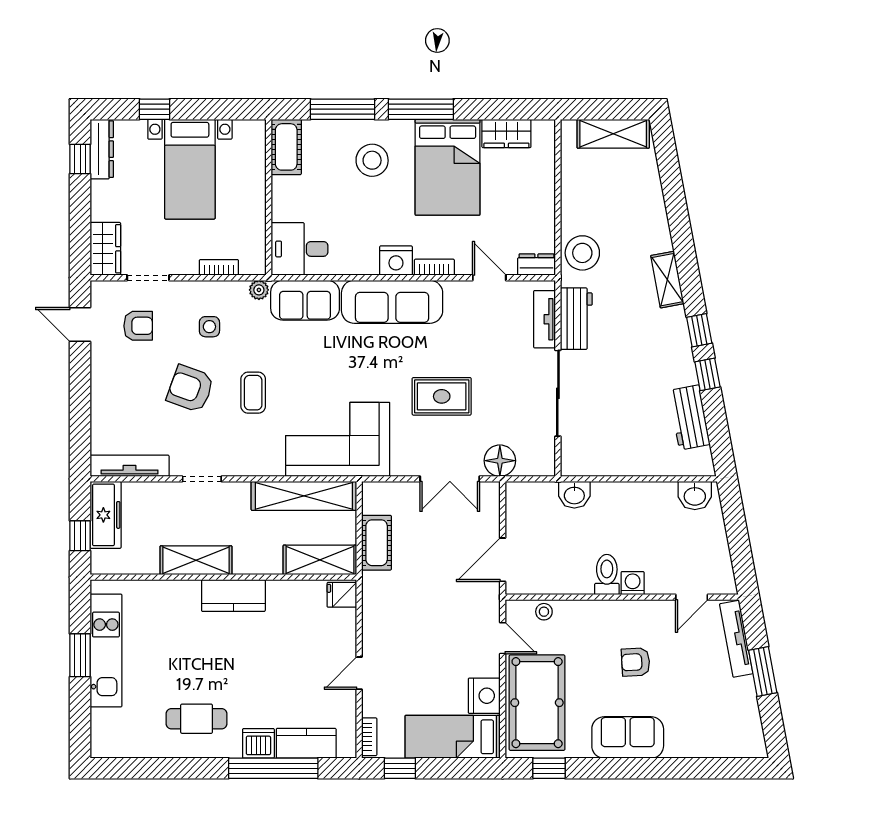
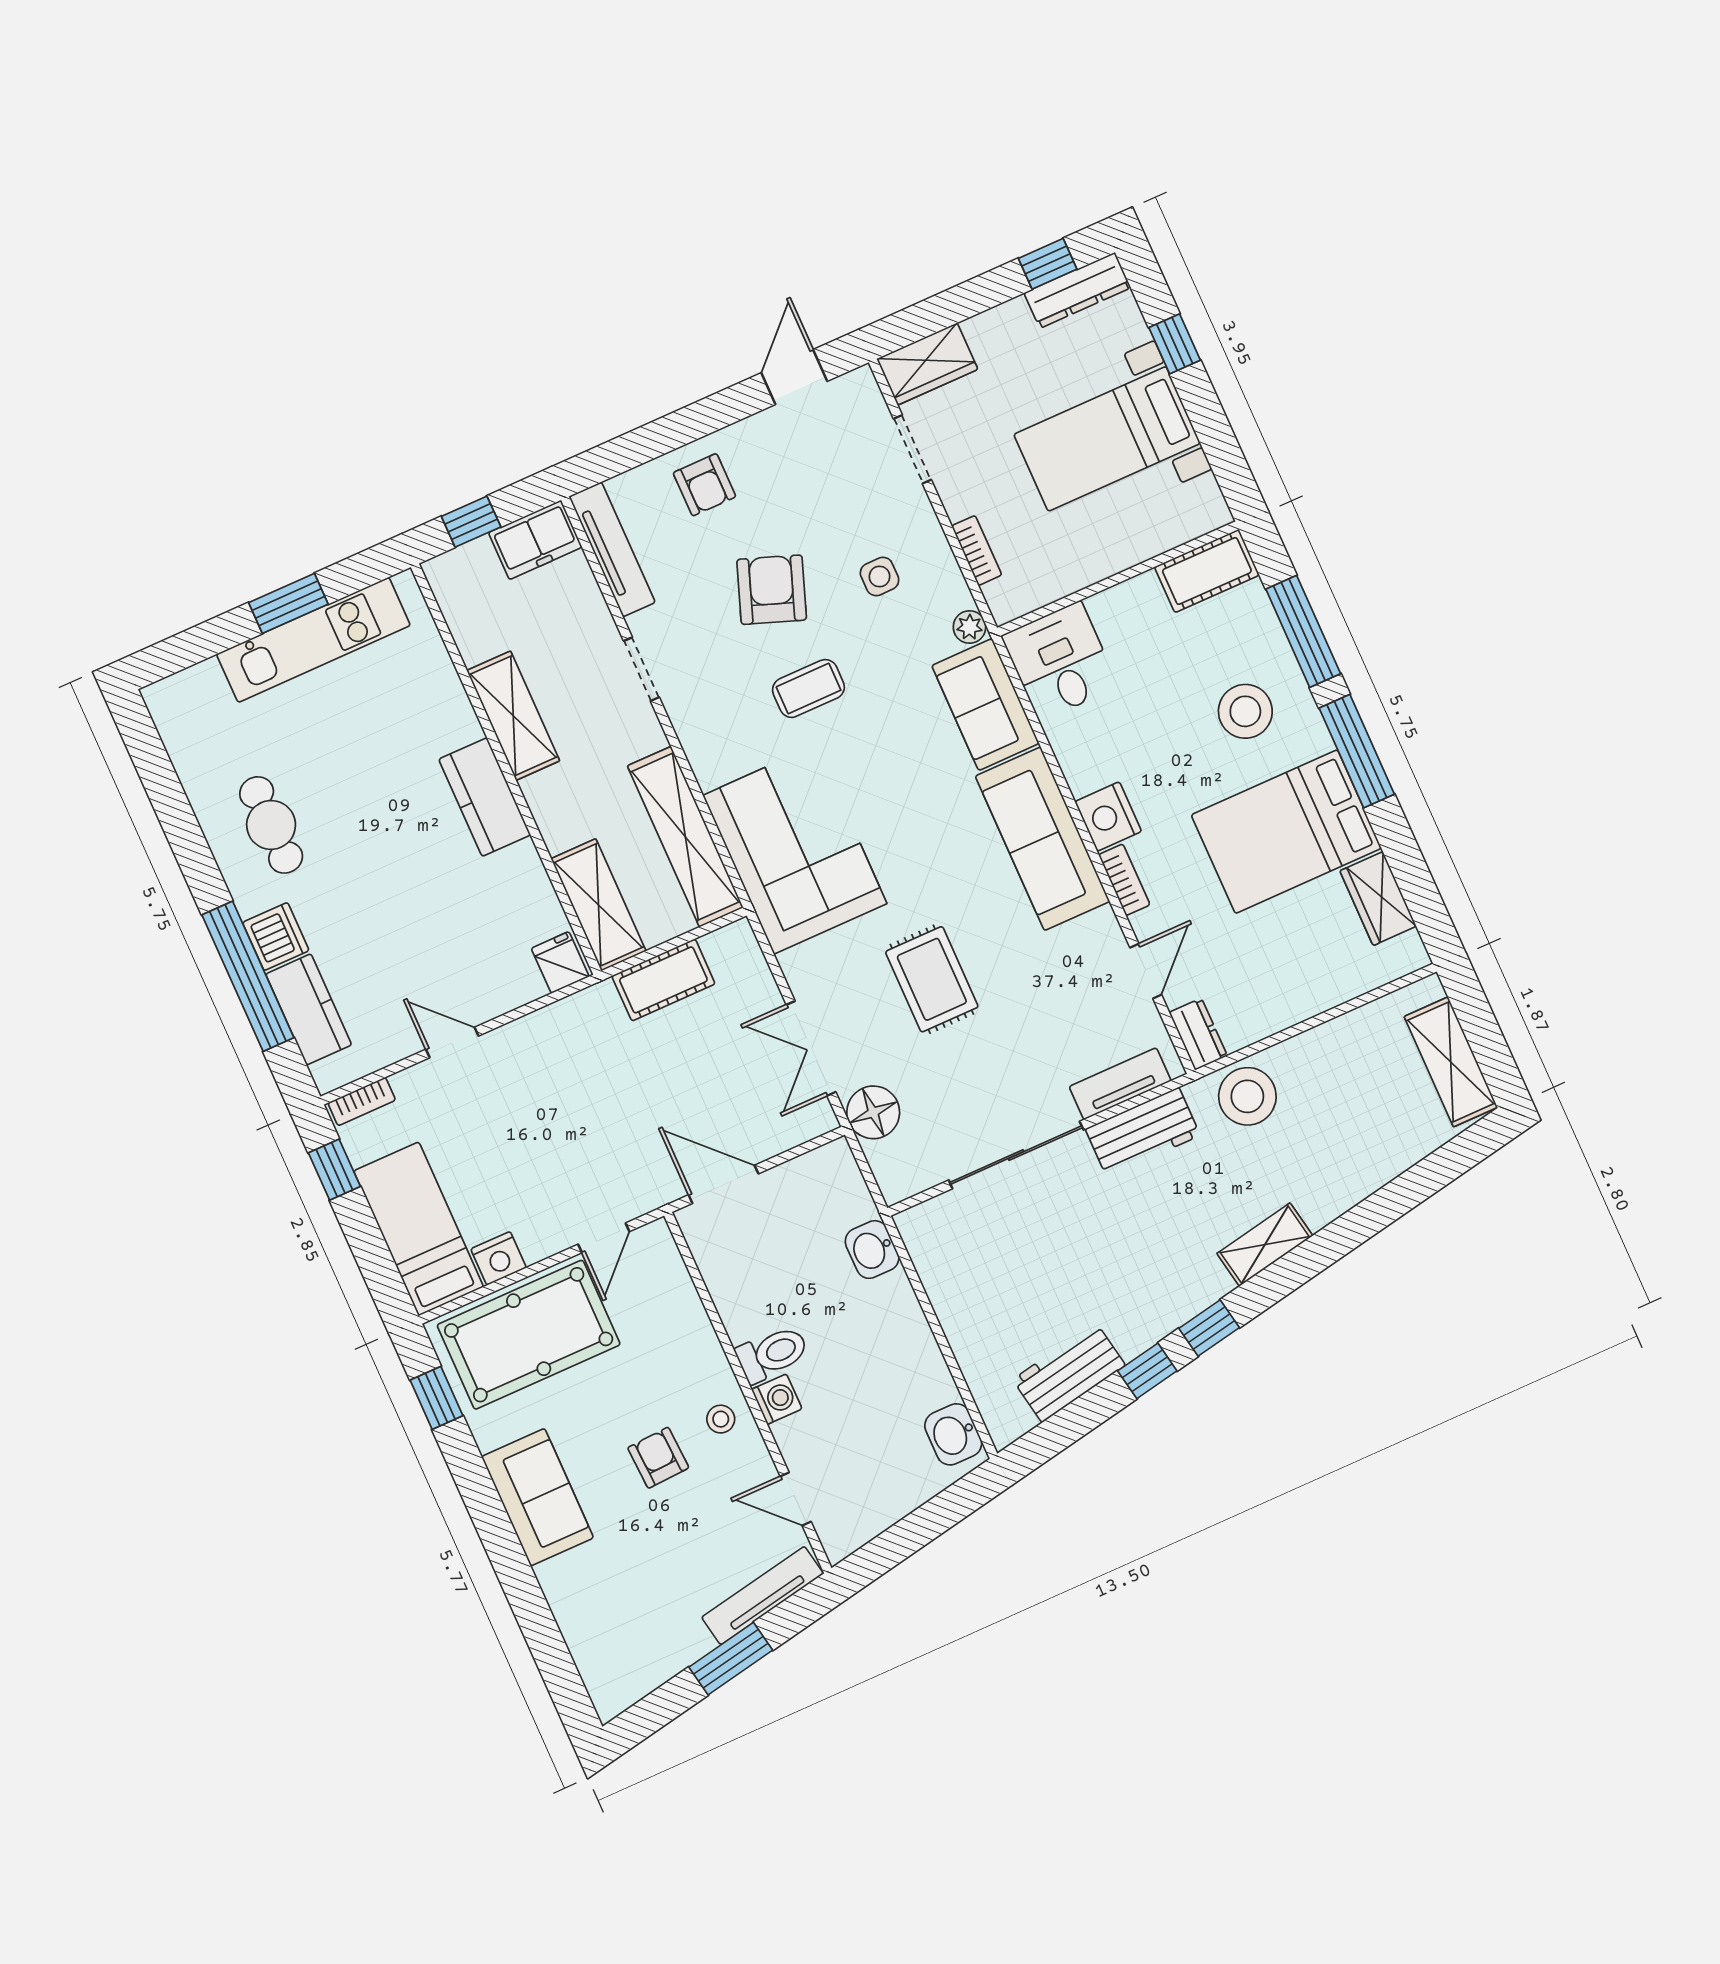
armchair: (138, 326) -> (704, 485), moved
freezer: (106, 515) -> (535, 540), width x0.71
stool: (544, 612) -> (721, 1419), moved
nightstand: (484, 696) -> (499, 1258), width x0.74, depth x0.75

